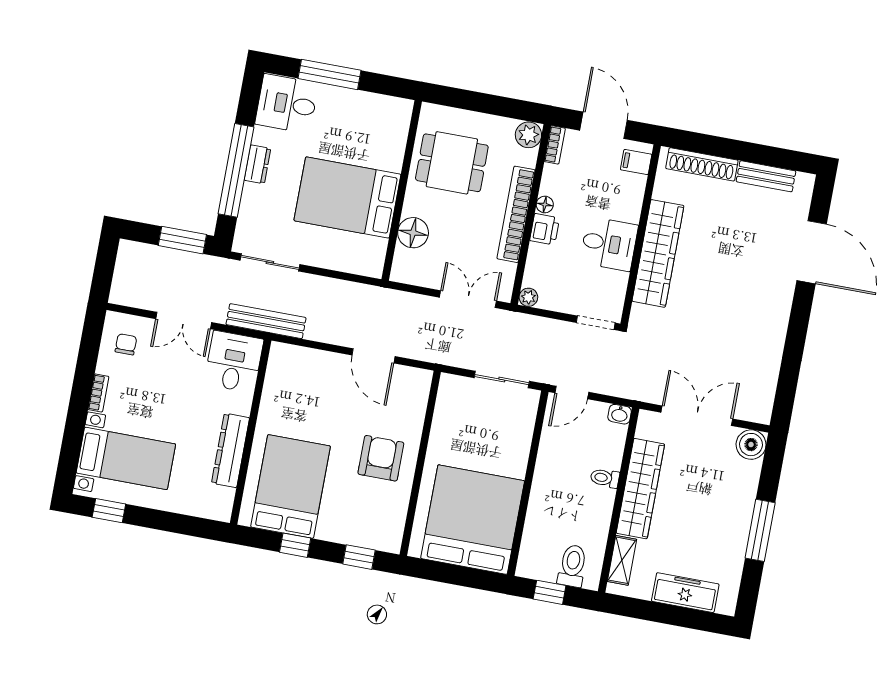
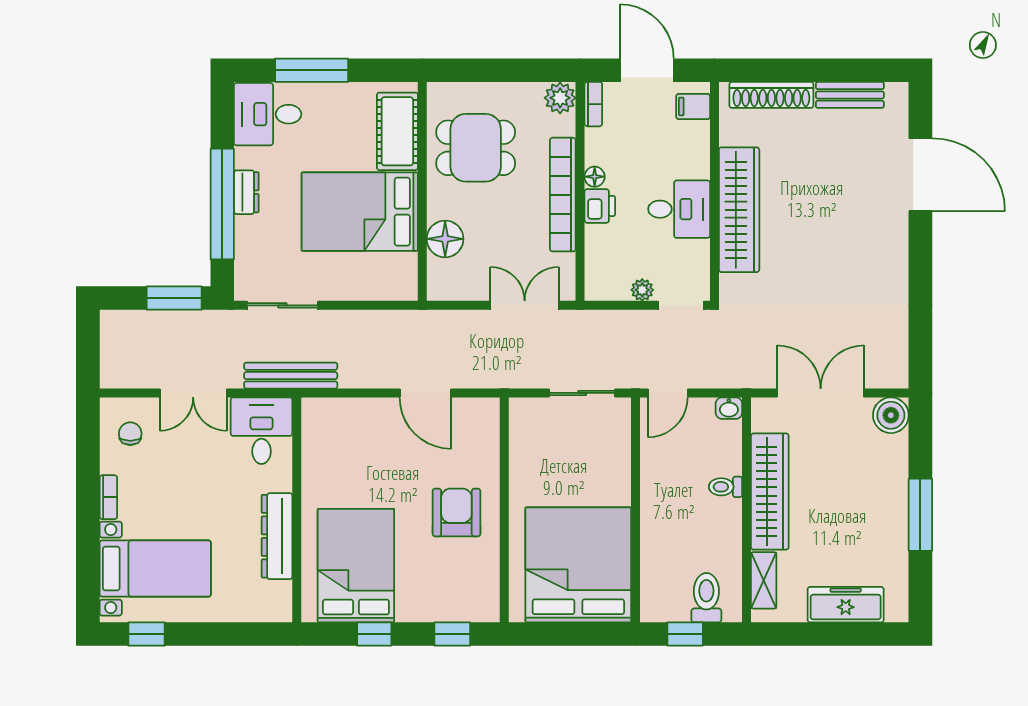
cot: (390, 137) -> (397, 131), added
plant: (528, 297) -> (642, 290), moved

